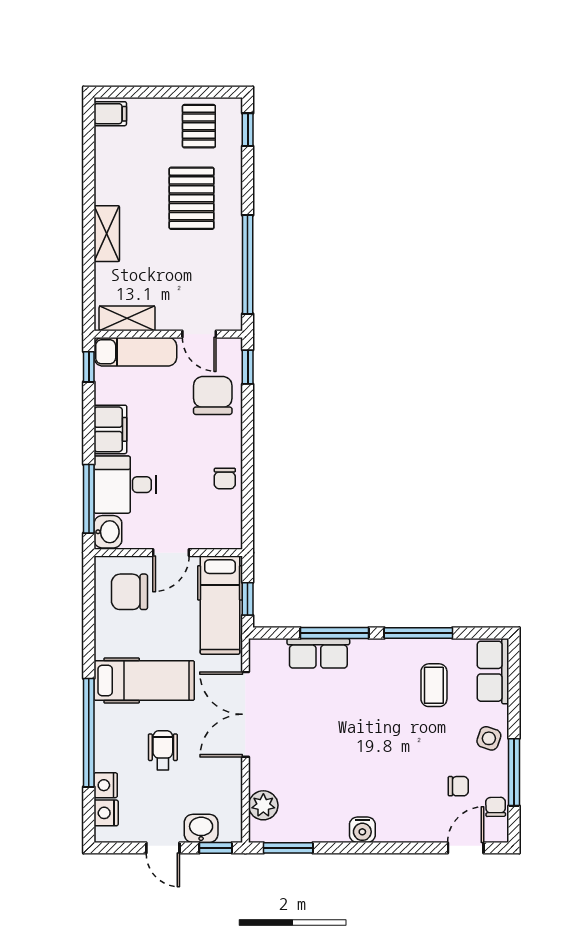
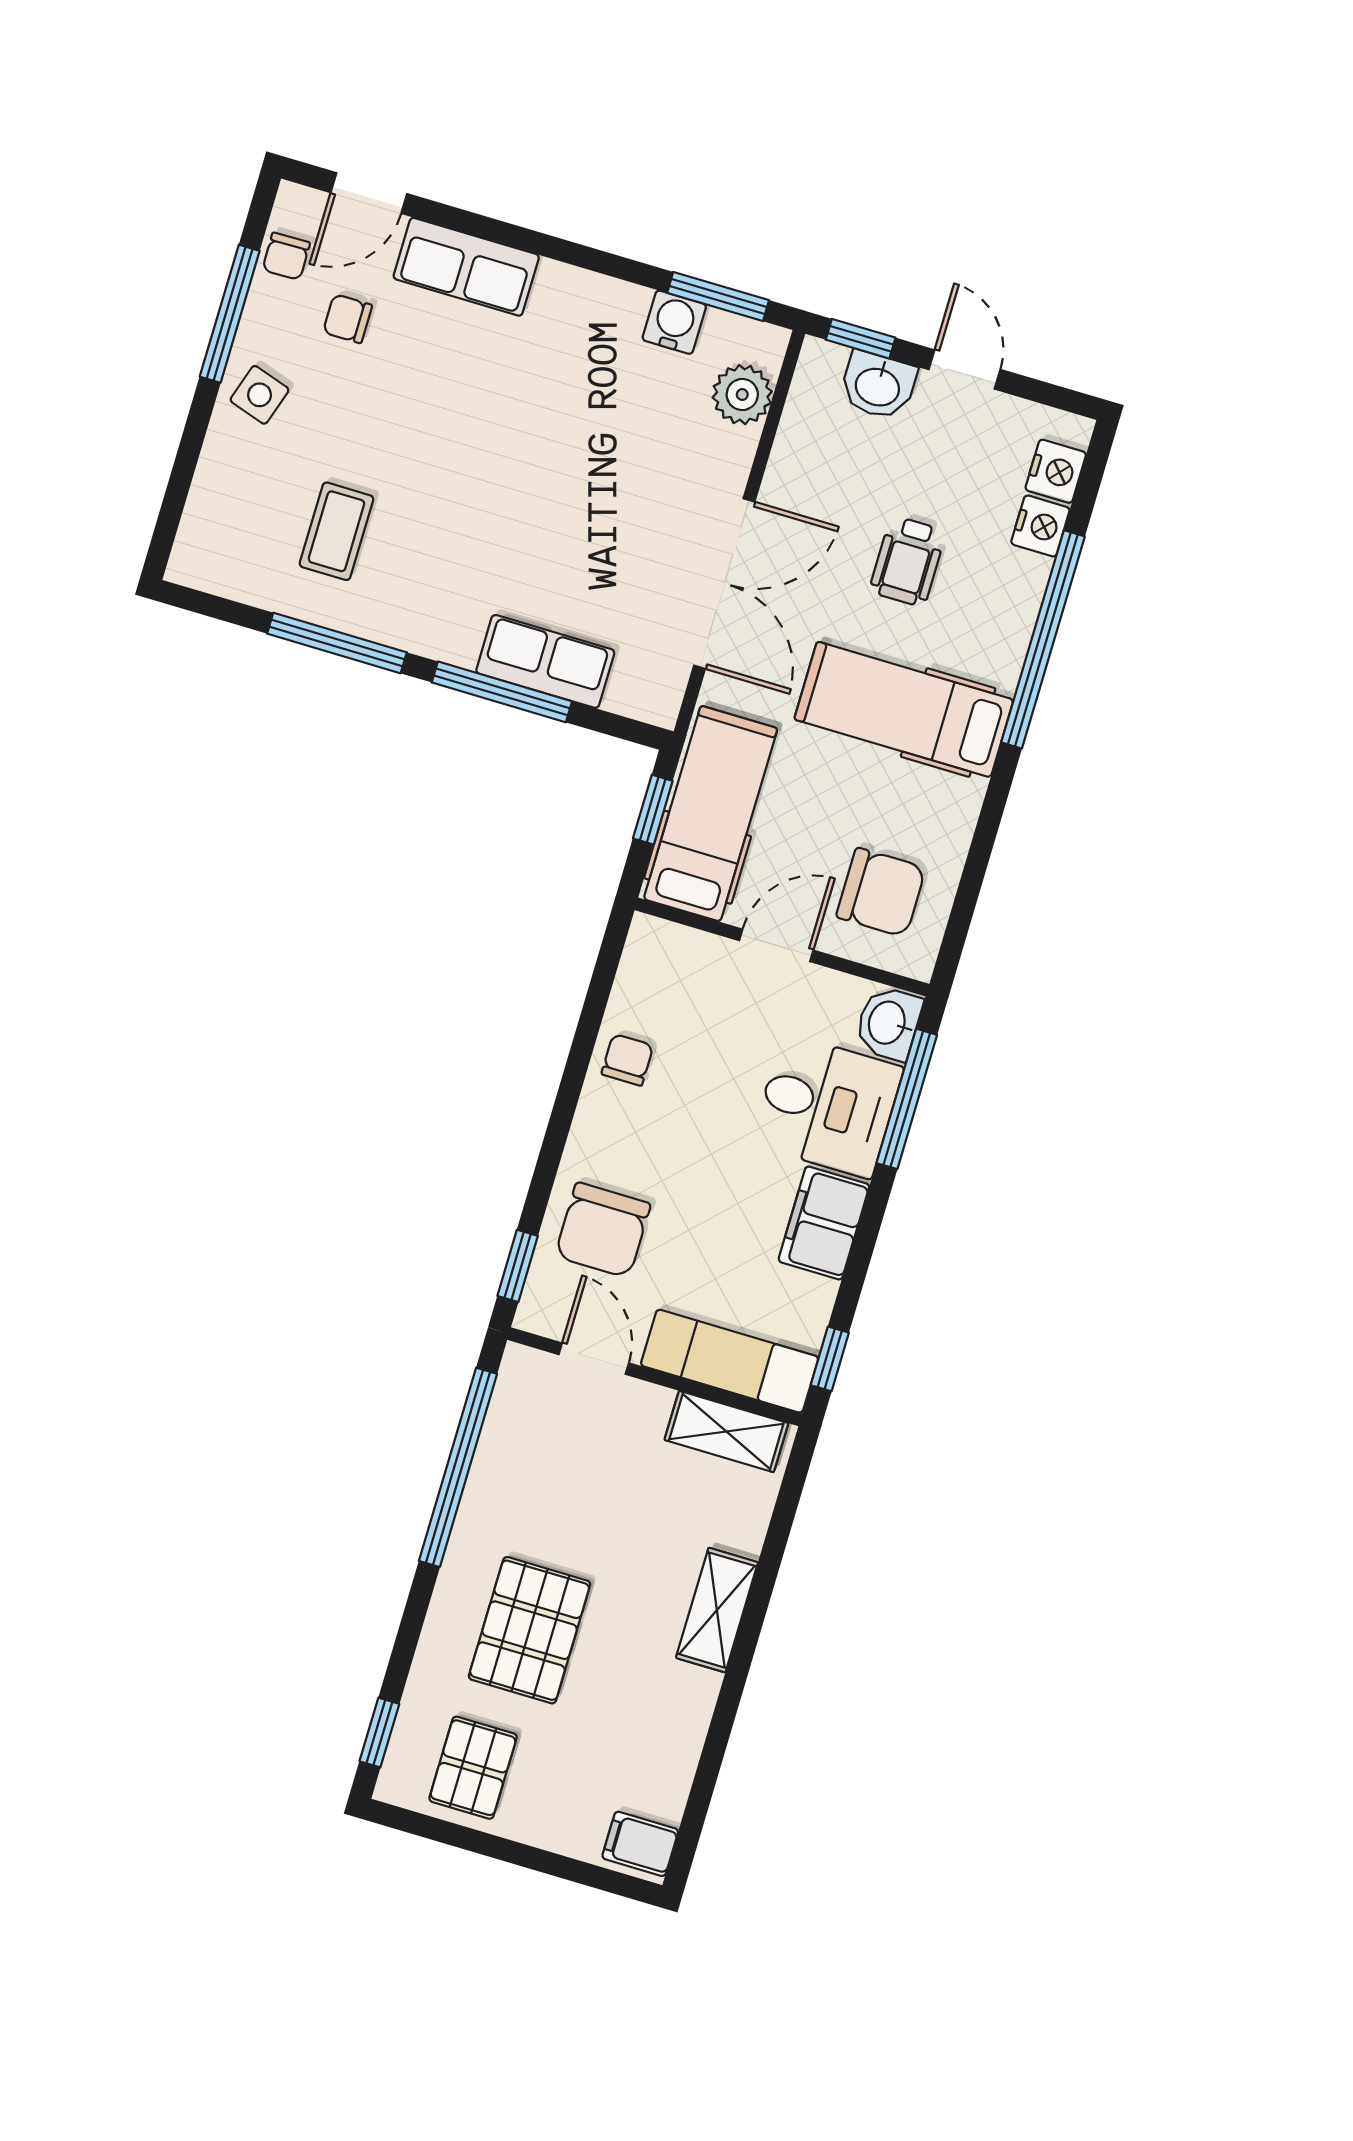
row of seats: (493, 671) -> (466, 267), moved, turned 90
water cooler: (362, 830) -> (674, 322), moved

